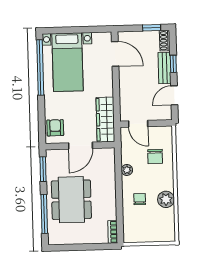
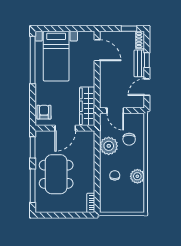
plant: (127, 170) -> (109, 146), width x1.88, depth x1.88

